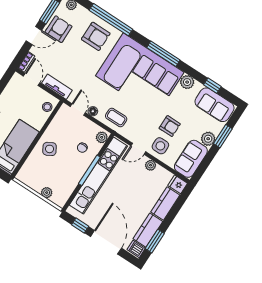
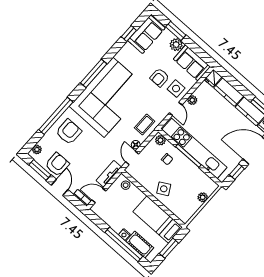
armchair: (59, 29) -> (57, 164), turned 90
plant: (187, 82) -> (122, 56), removed
door: (78, 110) -> (132, 158), hinge flipped
armchair: (170, 126) -> (160, 78), turned 180

